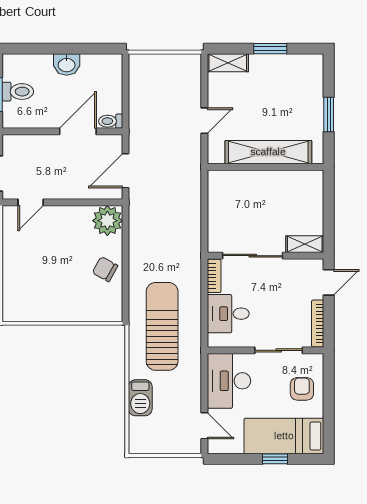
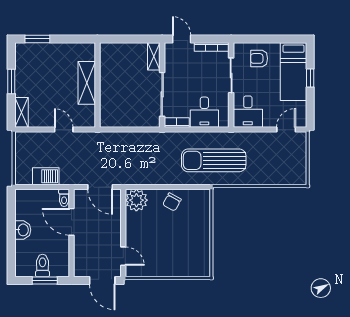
window: (329, 115) -> (37, 39), moved
shelving: (268, 152) -> (87, 83), width x0.68
desk: (229, 381) -> (248, 112), width x0.73
barbecue: (140, 398) -> (46, 176), moved

